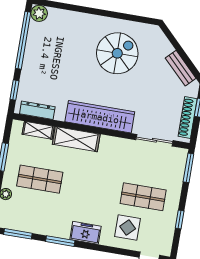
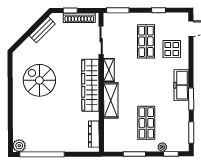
window: (15, 90) -> (81, 154), removed
shelving: (38, 130) -> (109, 70), moved
freezer: (86, 233) -> (181, 85), width x1.40

